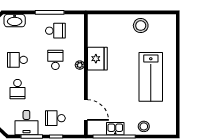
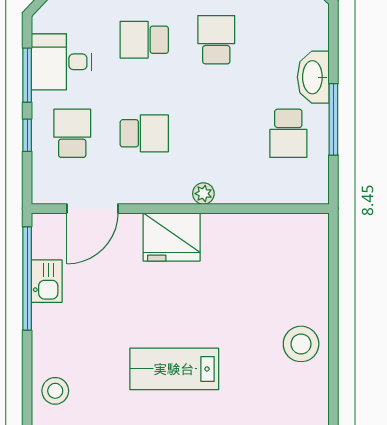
washbasin: (15, 21) -> (313, 77), moved
fridge: (97, 59) -> (172, 237), moved
school desk: (55, 60) -> (144, 133), moved
lab bench: (151, 77) -> (174, 369), width x0.73, depth x0.72
stool: (144, 126) -> (55, 391), moved

